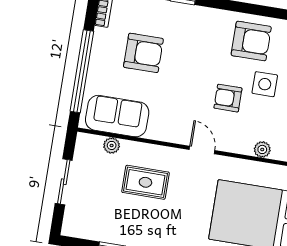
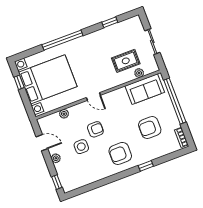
armchair: (251, 41) -> (120, 153), moved
rug: (145, 182) -> (126, 61), moved

